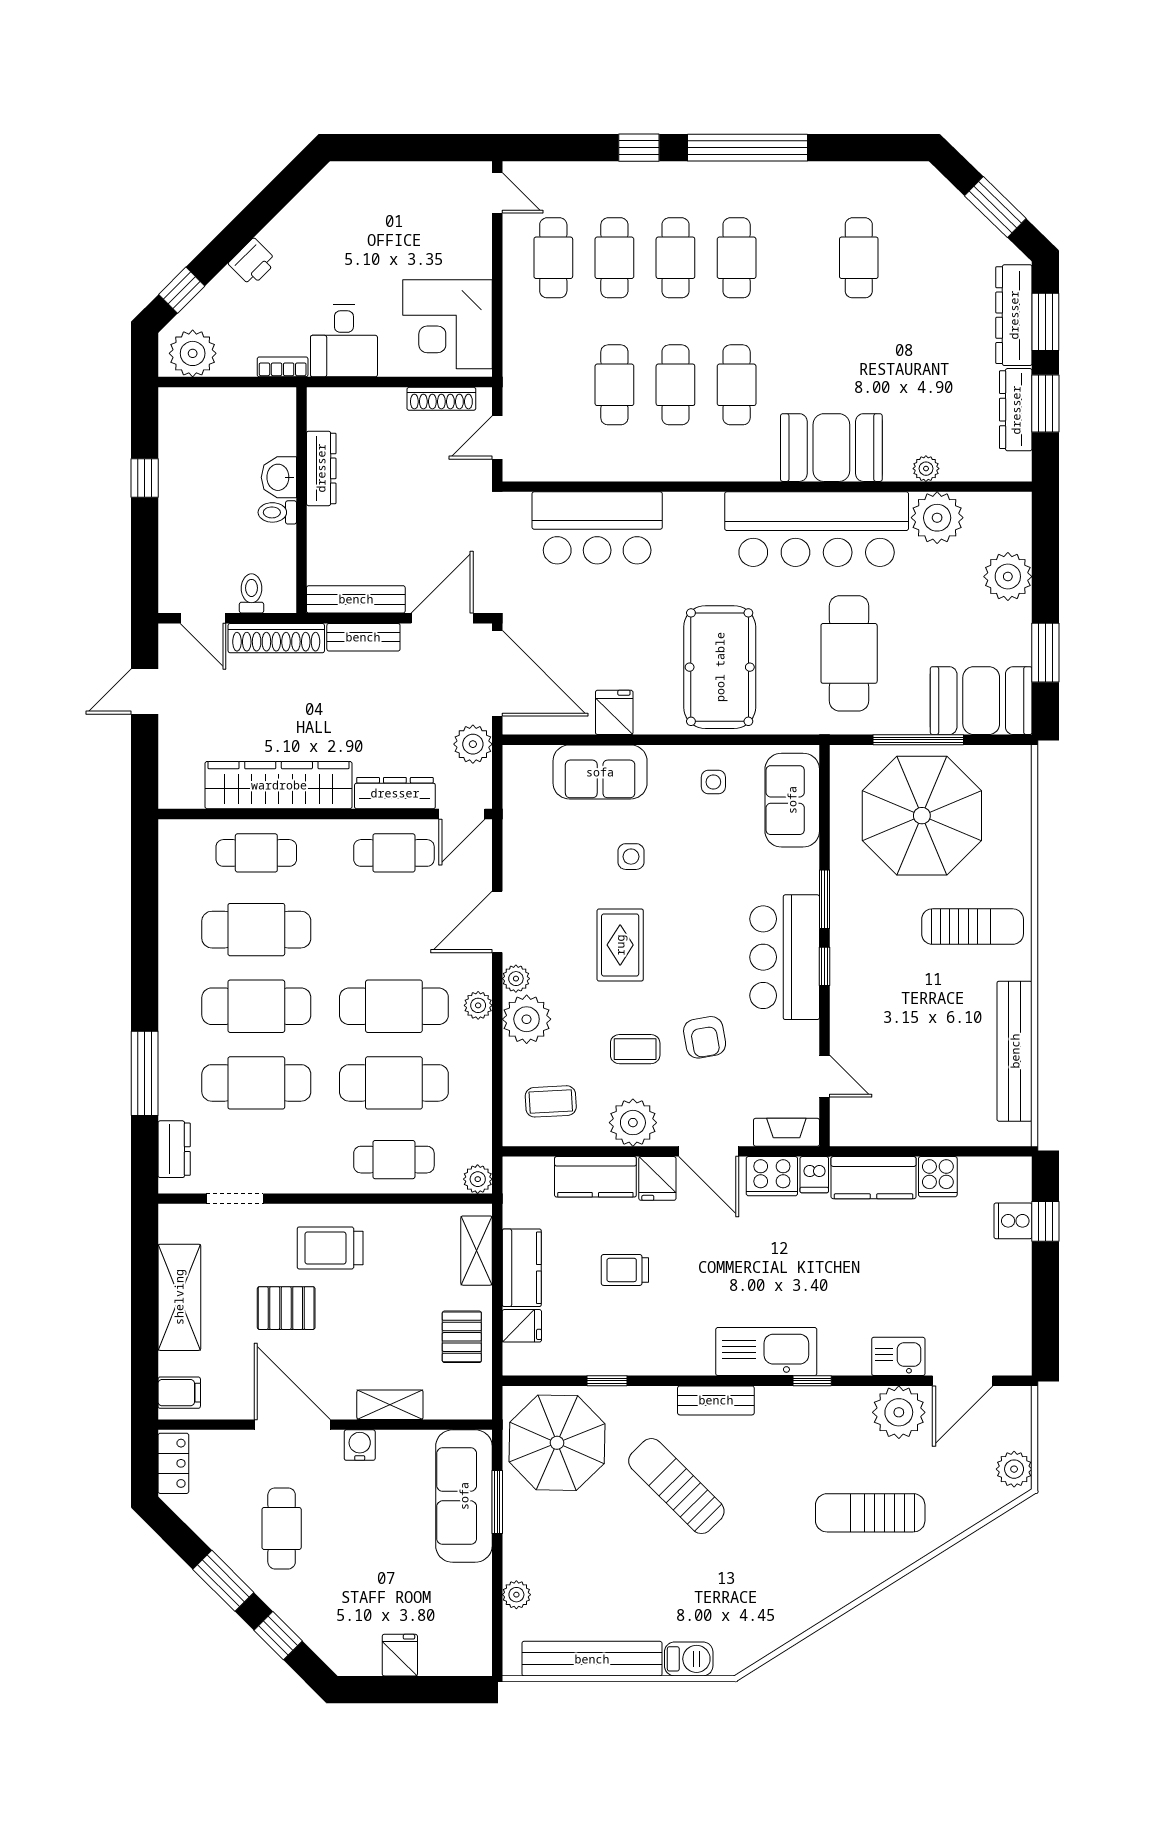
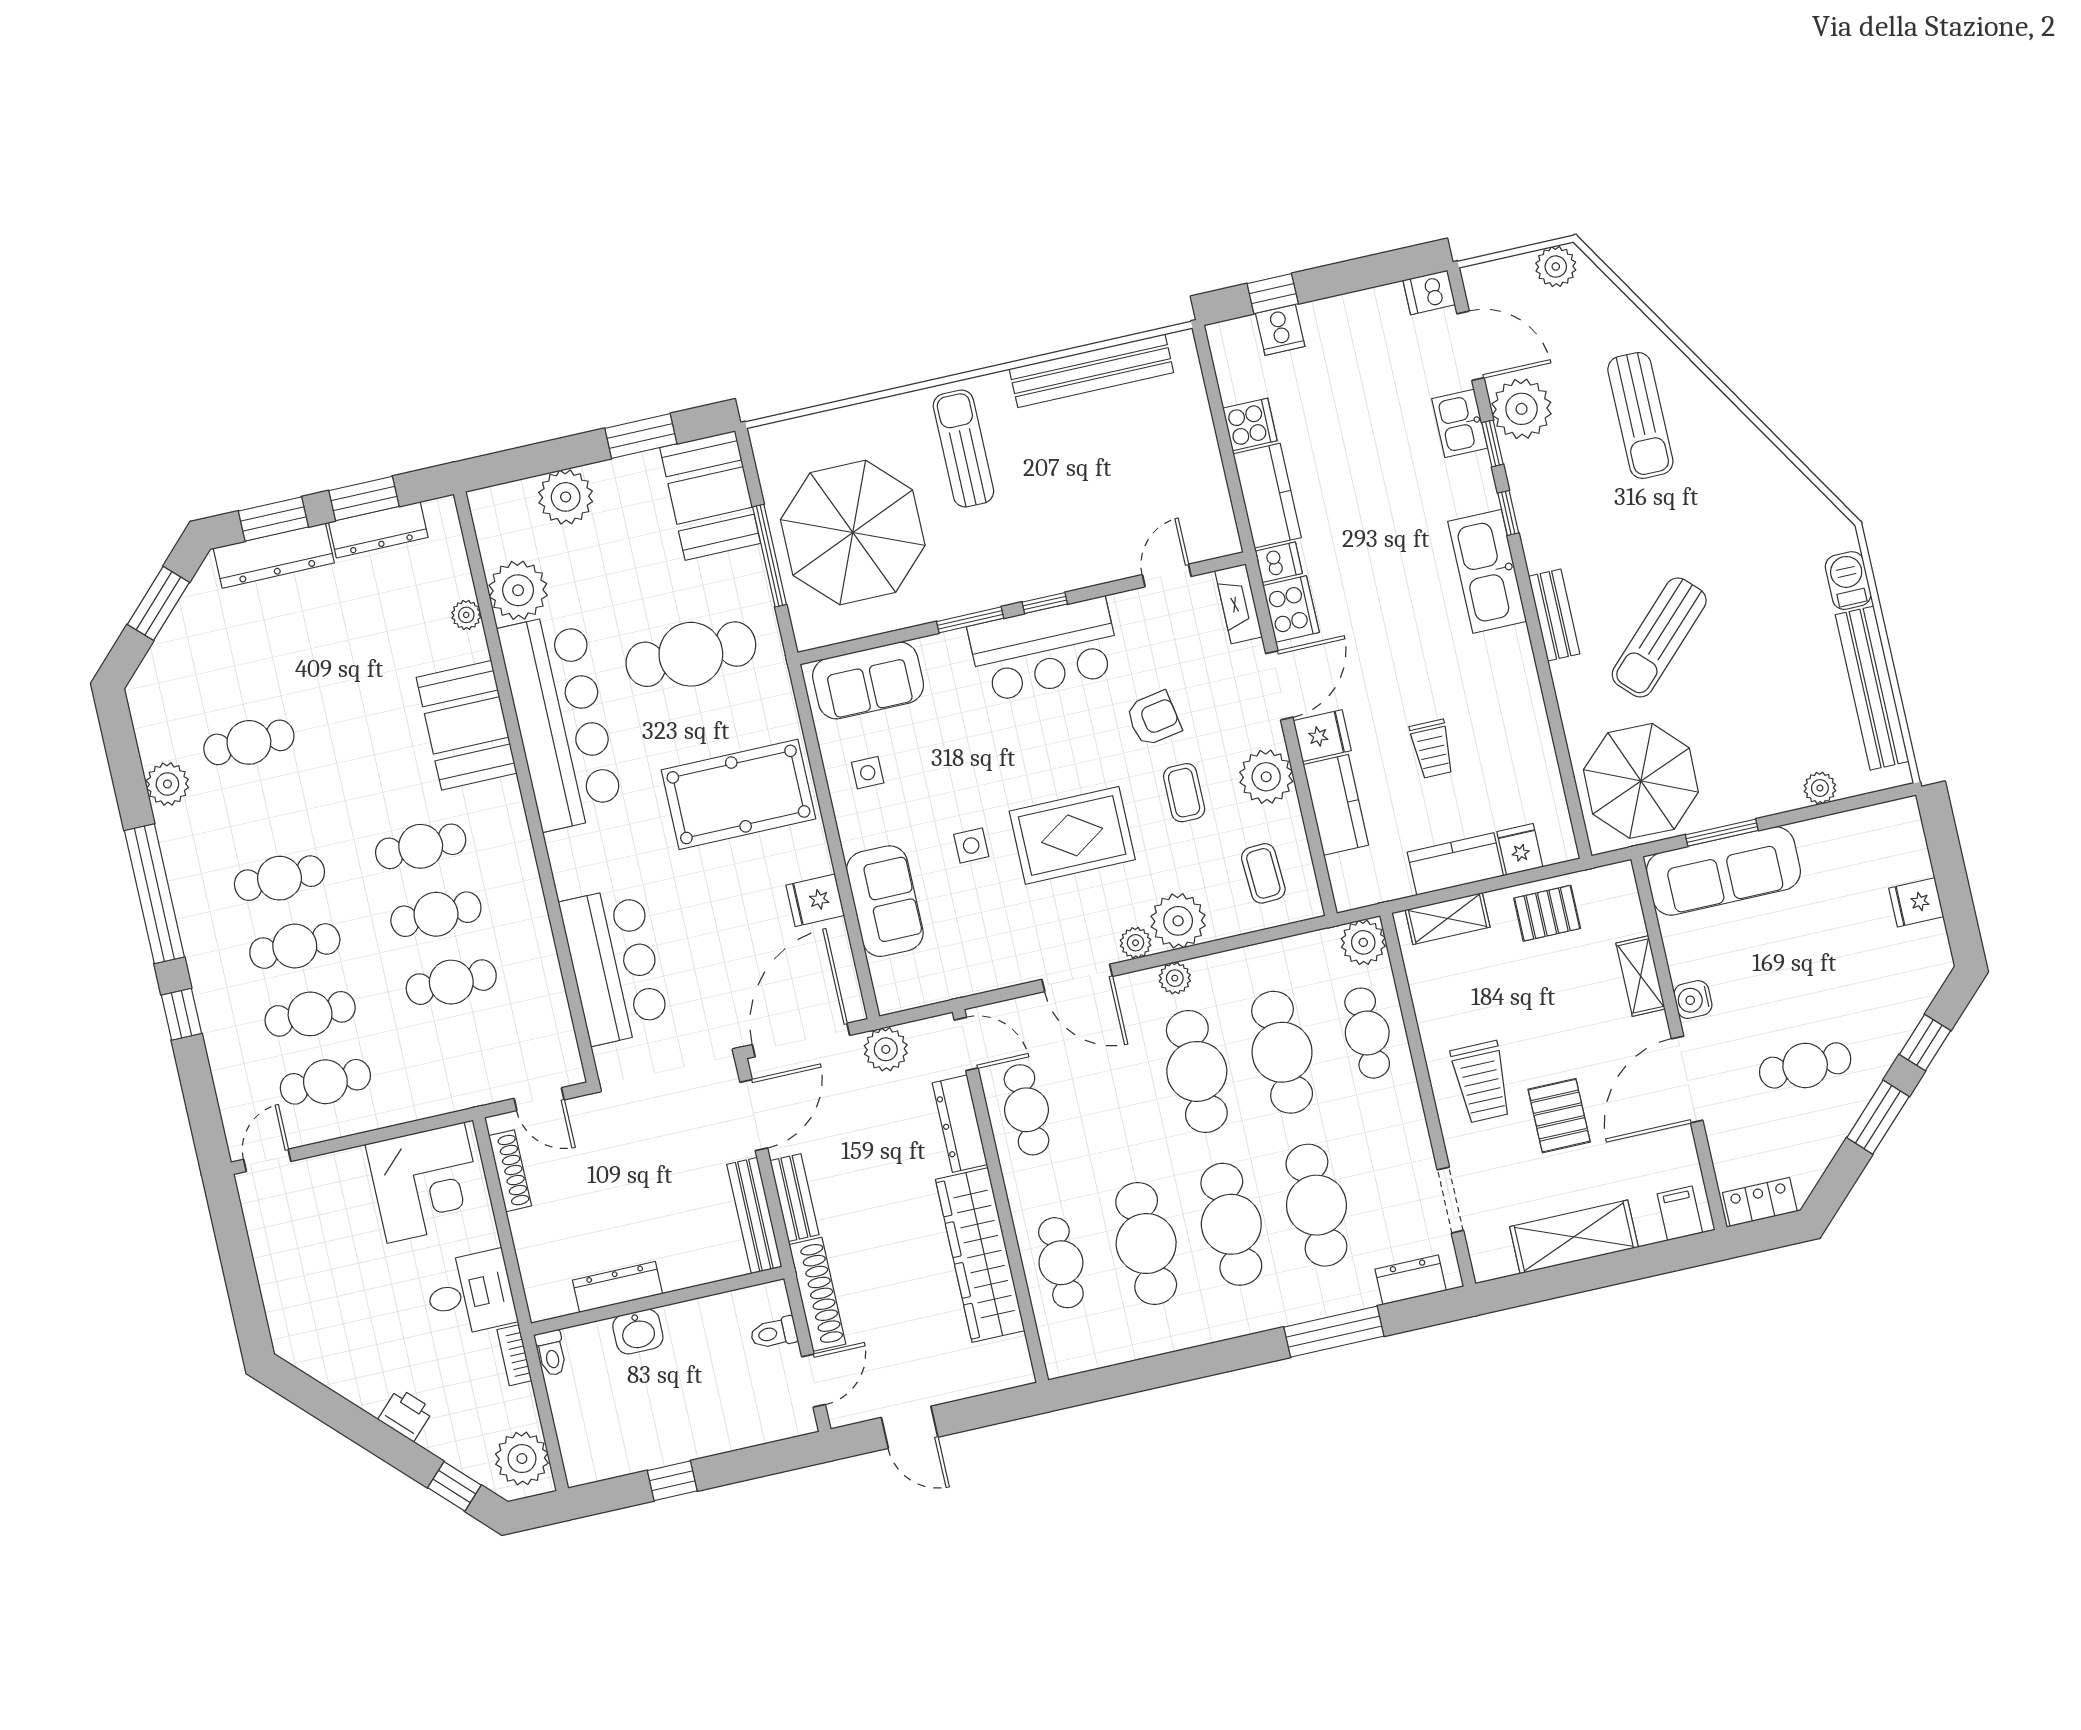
plant: (839, 180) -> (167, 784), added
toilet: (277, 512) -> (551, 1353), moved
door: (442, 618) -> (754, 1115), swing flipped
rug: (620, 945) -> (1072, 835), width x1.36, depth x1.43
plant: (478, 1179) -> (1363, 942), width x1.38, depth x1.38
dishwasher: (1016, 1356) -> (1429, 292), added
window: (607, 1381) -> (1493, 443), moved

